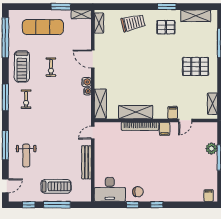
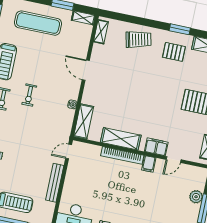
exercise bike: (51, 67) -> (29, 95), moved
water cooler: (87, 82) -> (73, 94), removed
filing cabinet: (173, 113) -> (156, 147), width x2.00

